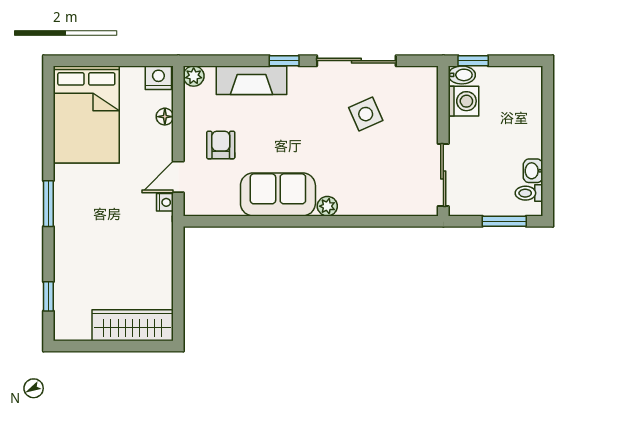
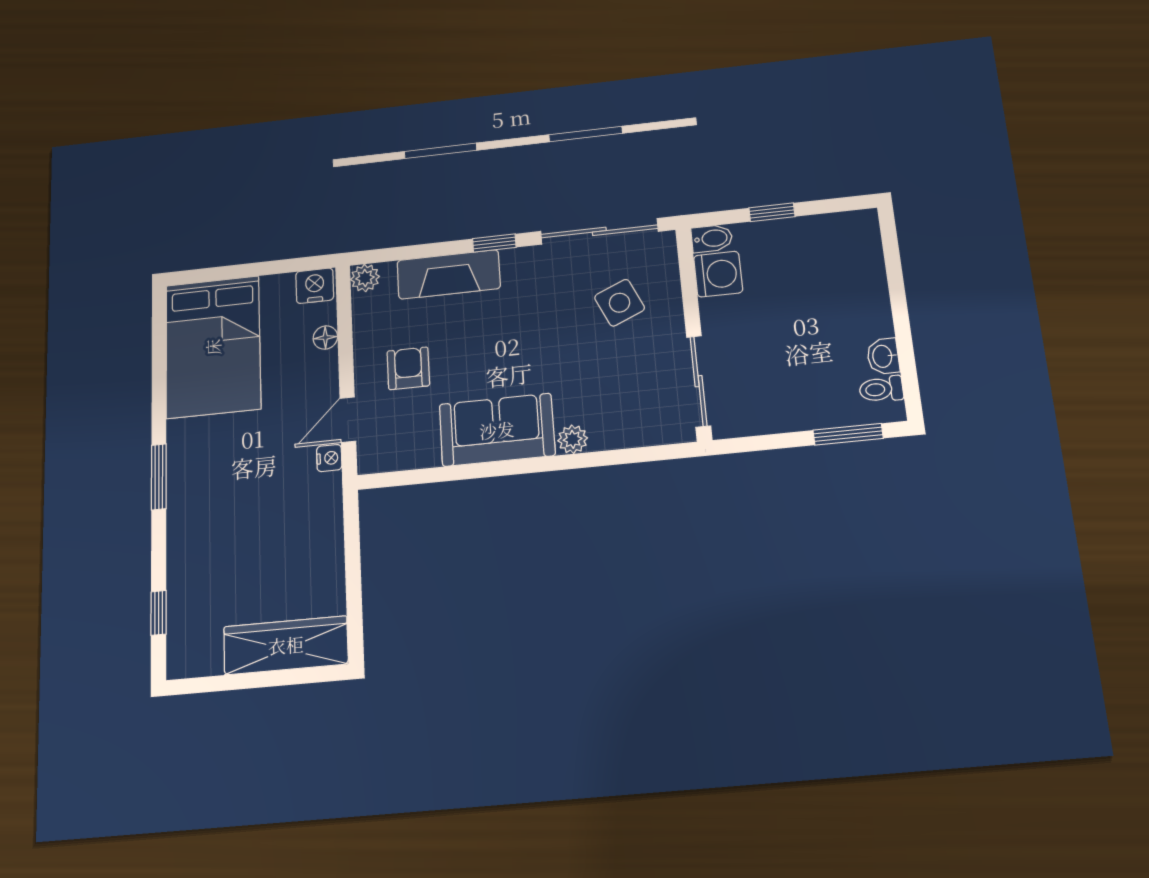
bidet: (462, 75) -> (712, 238), moved
washing machine: (463, 101) -> (718, 274), moved
wall: (443, 141) -> (694, 333), moved
sliding door: (443, 175) -> (699, 381), moved

